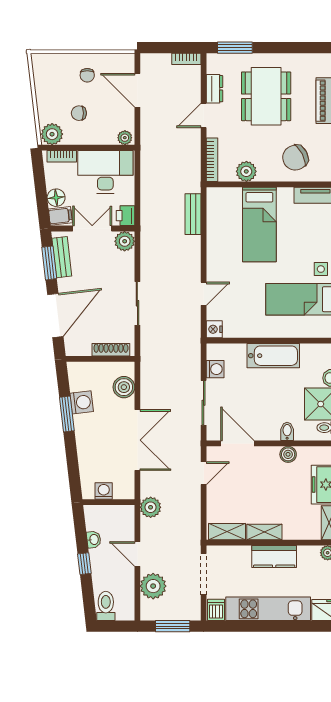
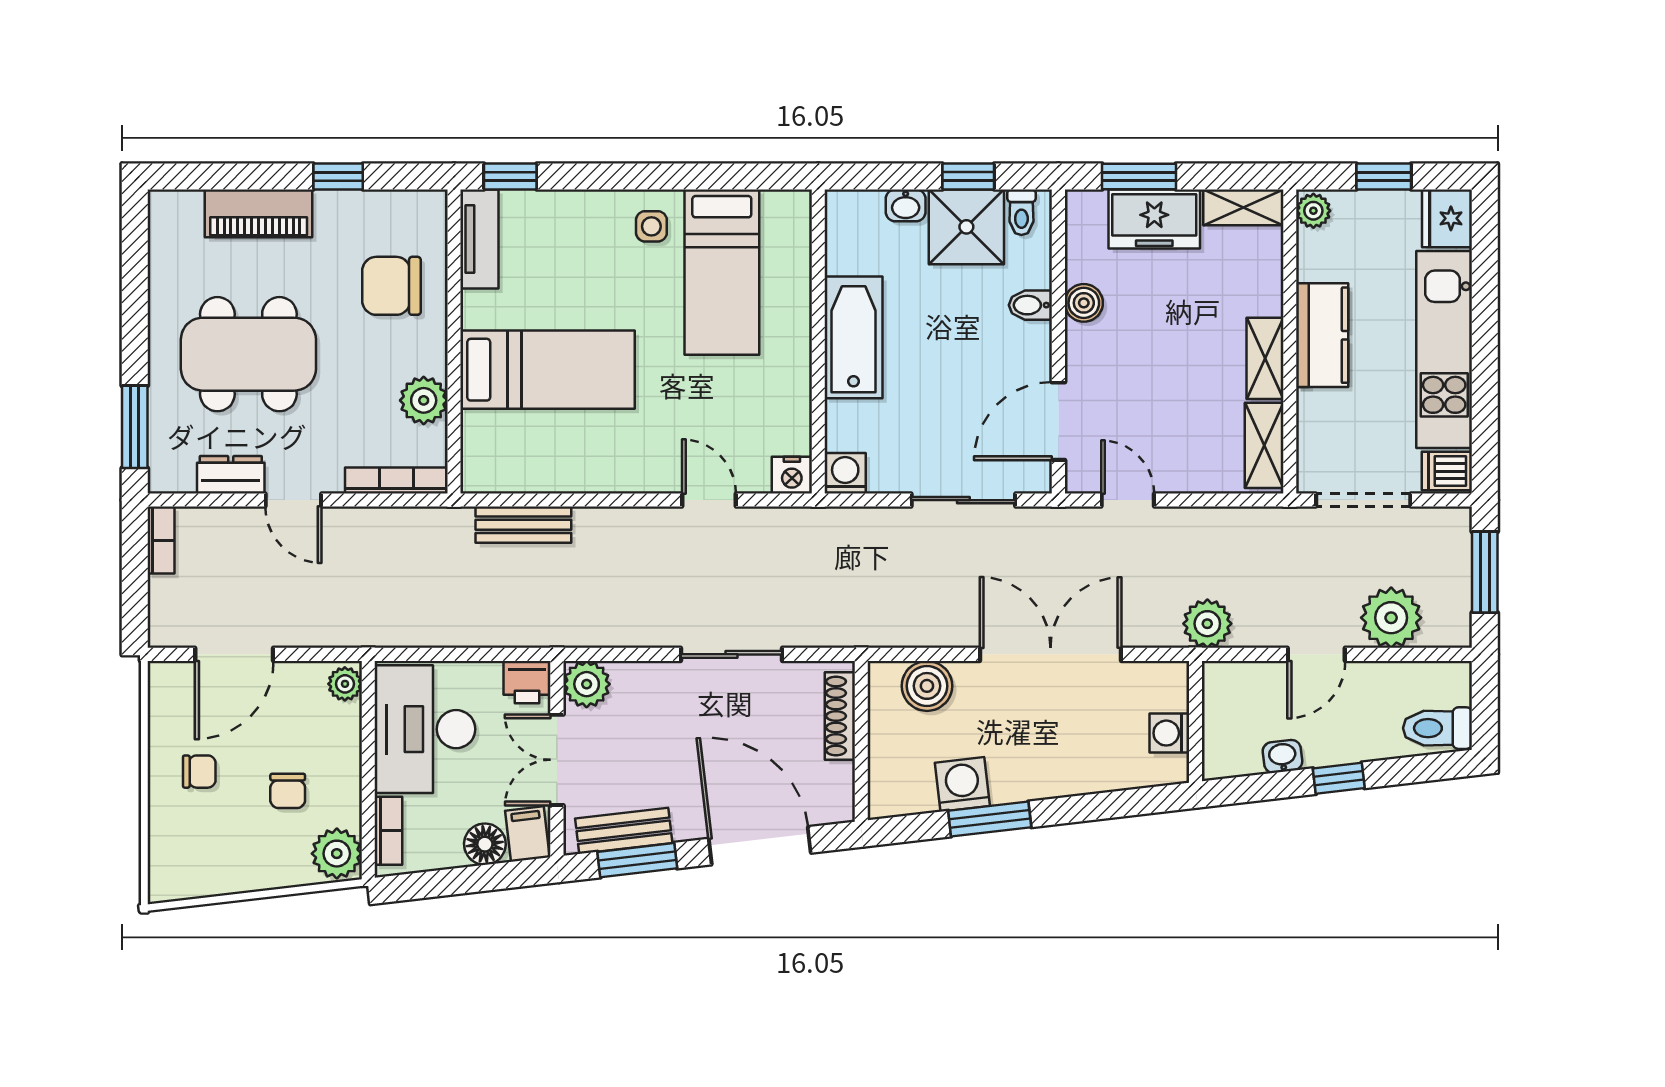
chair: (295, 158) -> (391, 286), turned 118
washing machine: (215, 369) -> (845, 473), moved

